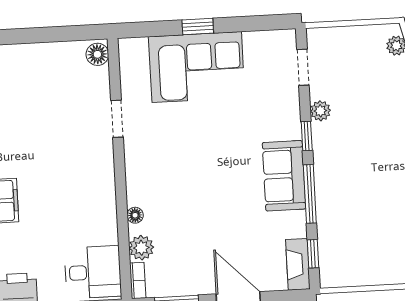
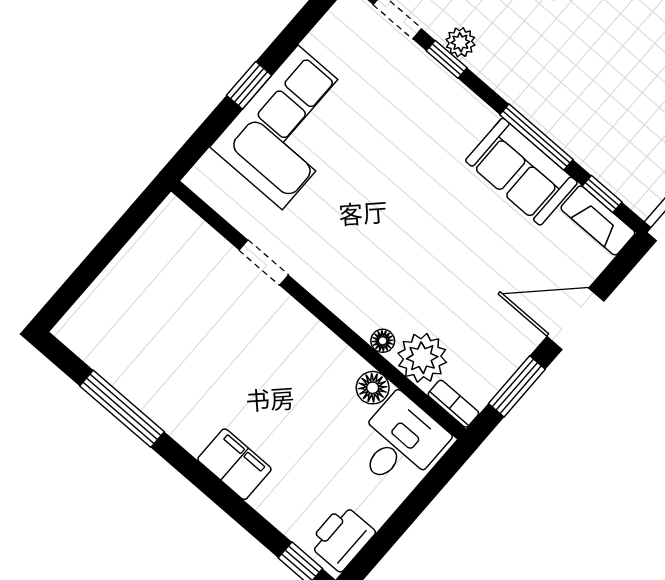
floor lamp: (97, 54) -> (373, 388), moved
window: (307, 136) -> (447, 59), moved
sofa: (284, 176) -> (521, 172), moved
plant: (141, 248) -> (422, 358), width x1.36, depth x1.36

